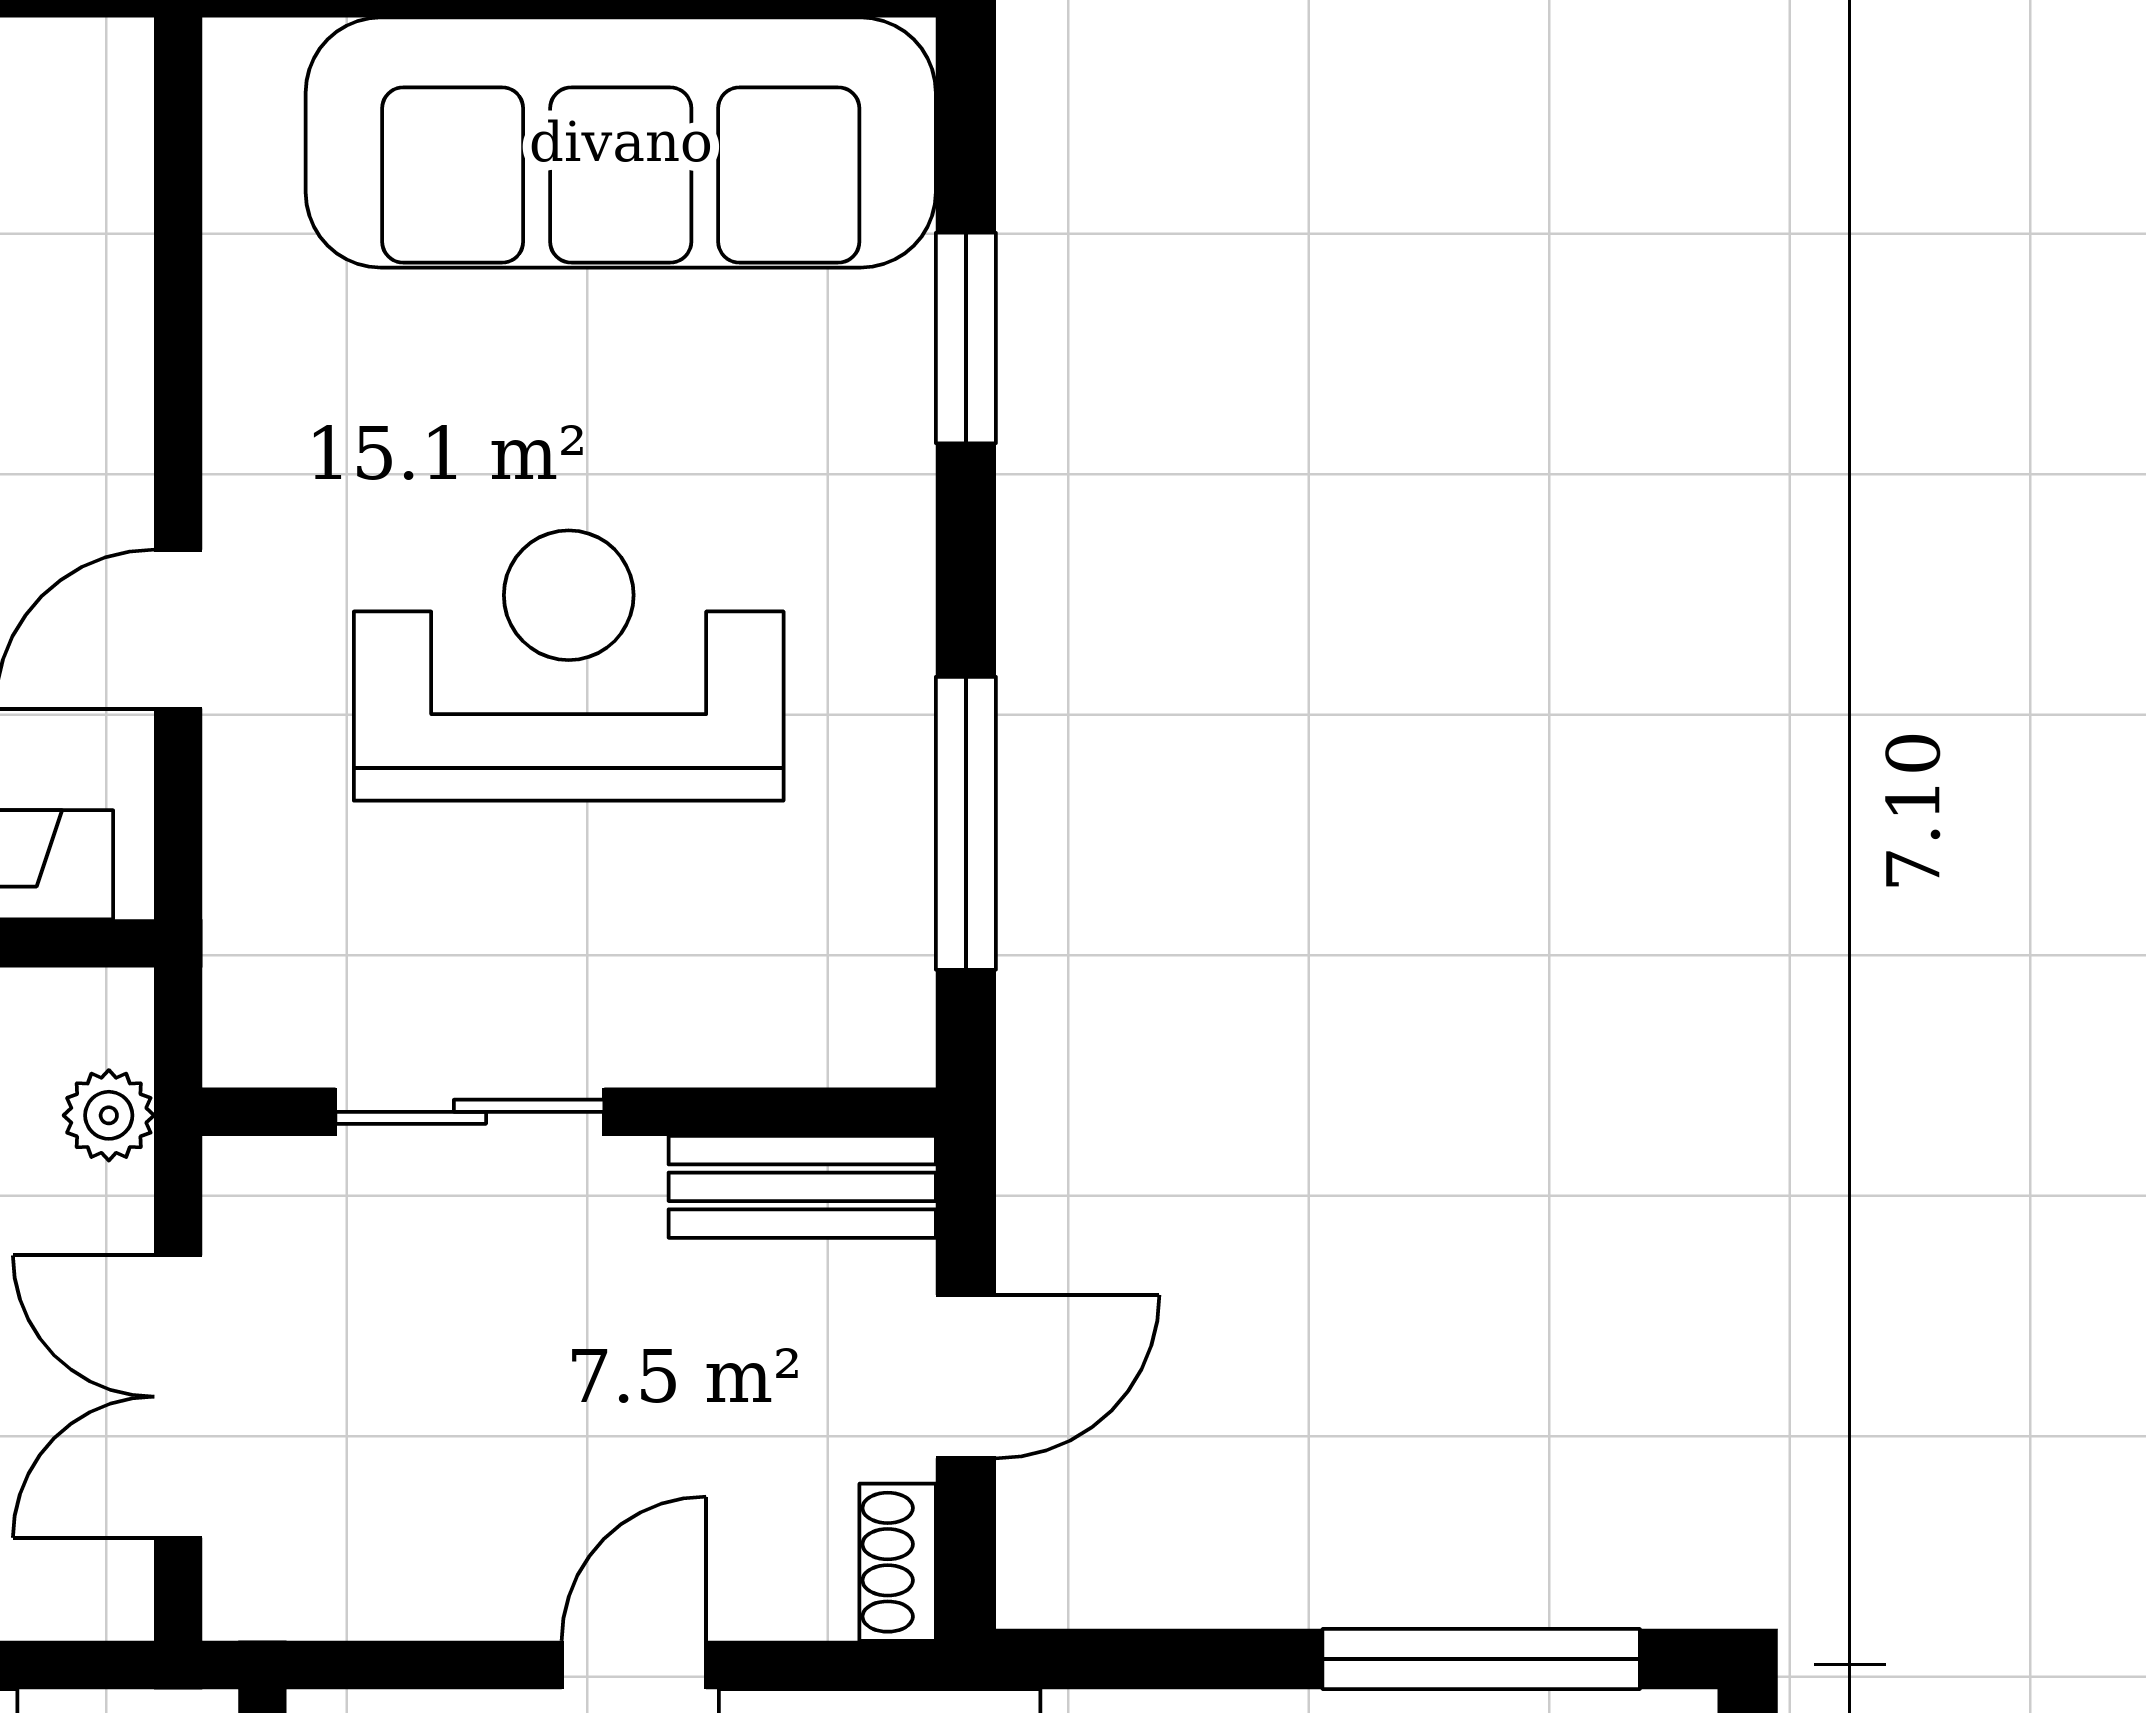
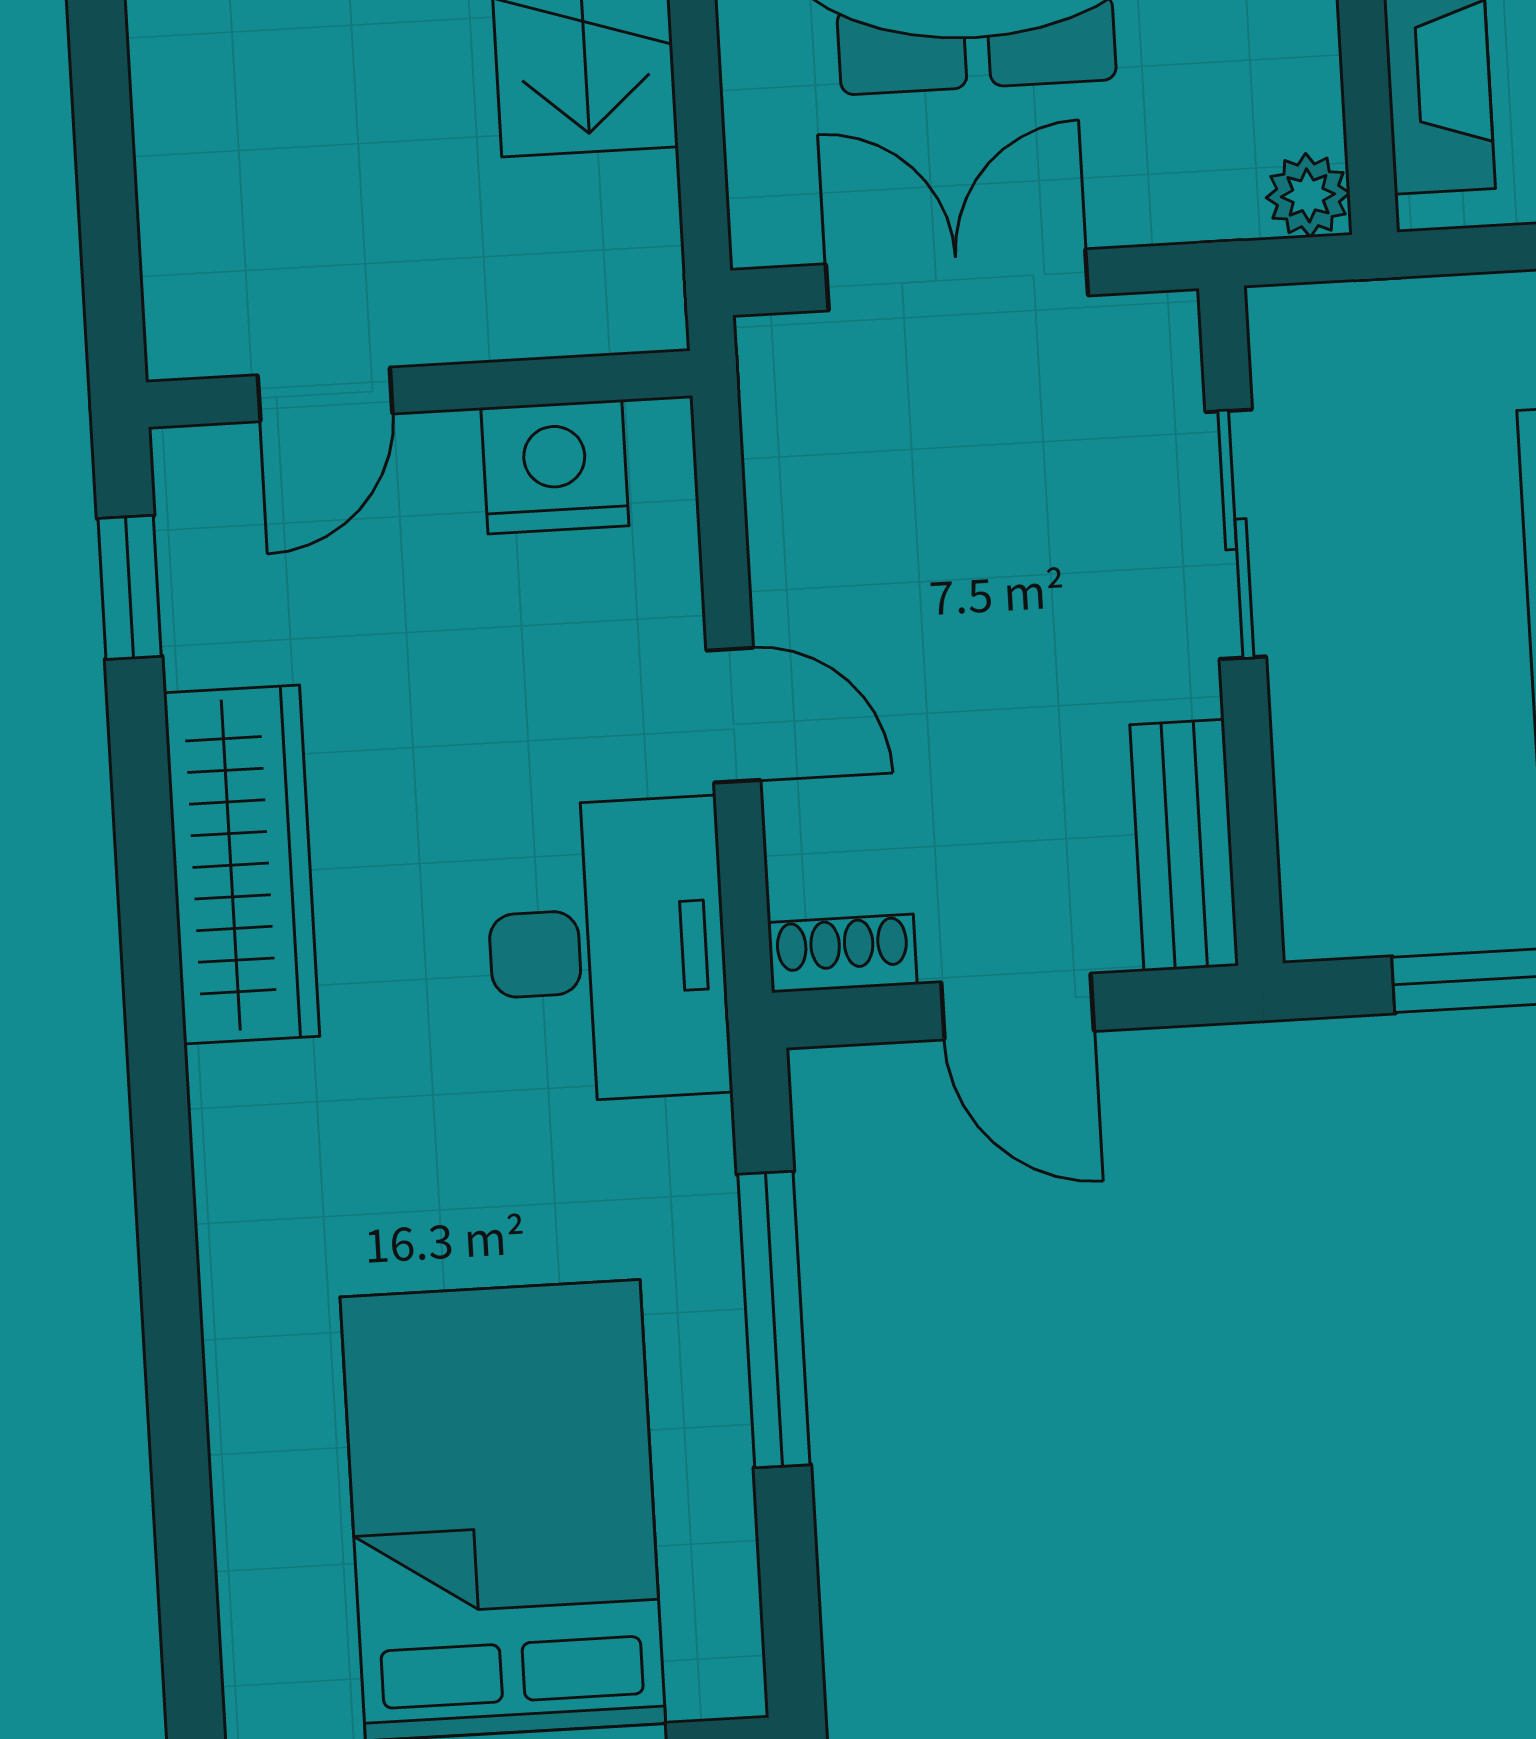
plant: (109, 1115) -> (1308, 195), moved
window: (1481, 1659) -> (774, 1319), moved

